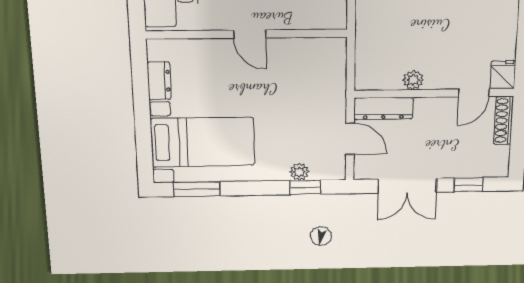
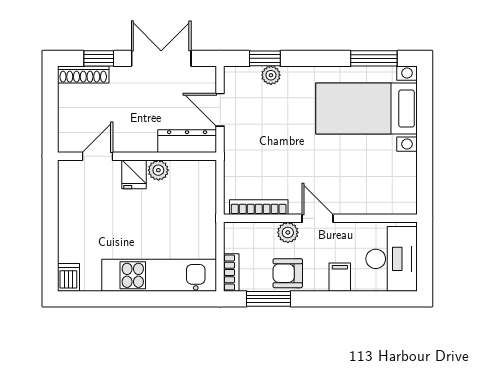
plant: (281, 19) -> (288, 232), added
bookcase: (311, 45) -> (259, 207), added
fridge: (503, 75) -> (134, 174), moved
dresser: (159, 81) -> (406, 173), removed
shoe rack: (504, 120) -> (83, 74), moved, turned 90

